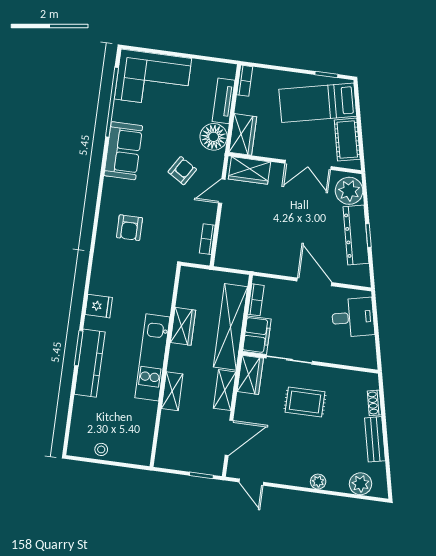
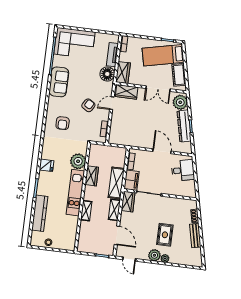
armchair: (182, 171) -> (88, 105), moved
plant: (158, 299) -> (78, 161), added
shelving: (230, 327) -> (116, 183), width x0.68
kitchen counter: (90, 363) -> (40, 213), moved
rug: (305, 402) -> (165, 235), moved, turned 90
door: (229, 438) -> (117, 235), hinge flipped
plant: (361, 484) -> (154, 255), moved

